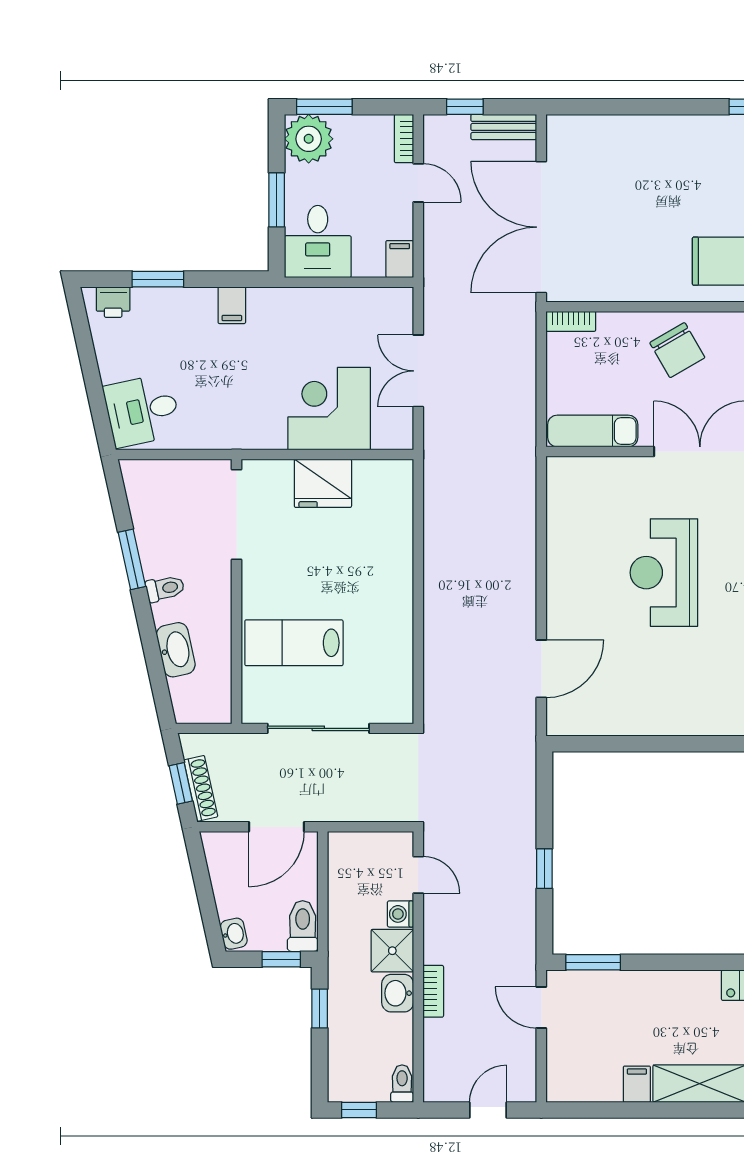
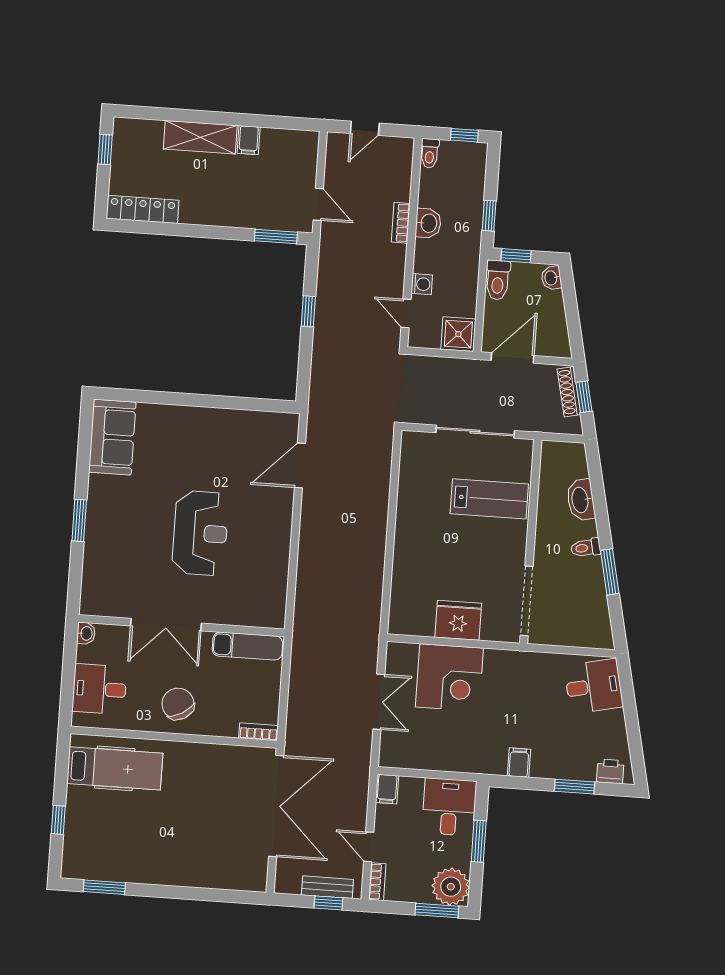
bench: (504, 127) -> (327, 887), moved
shower: (392, 951) -> (458, 334), moved

